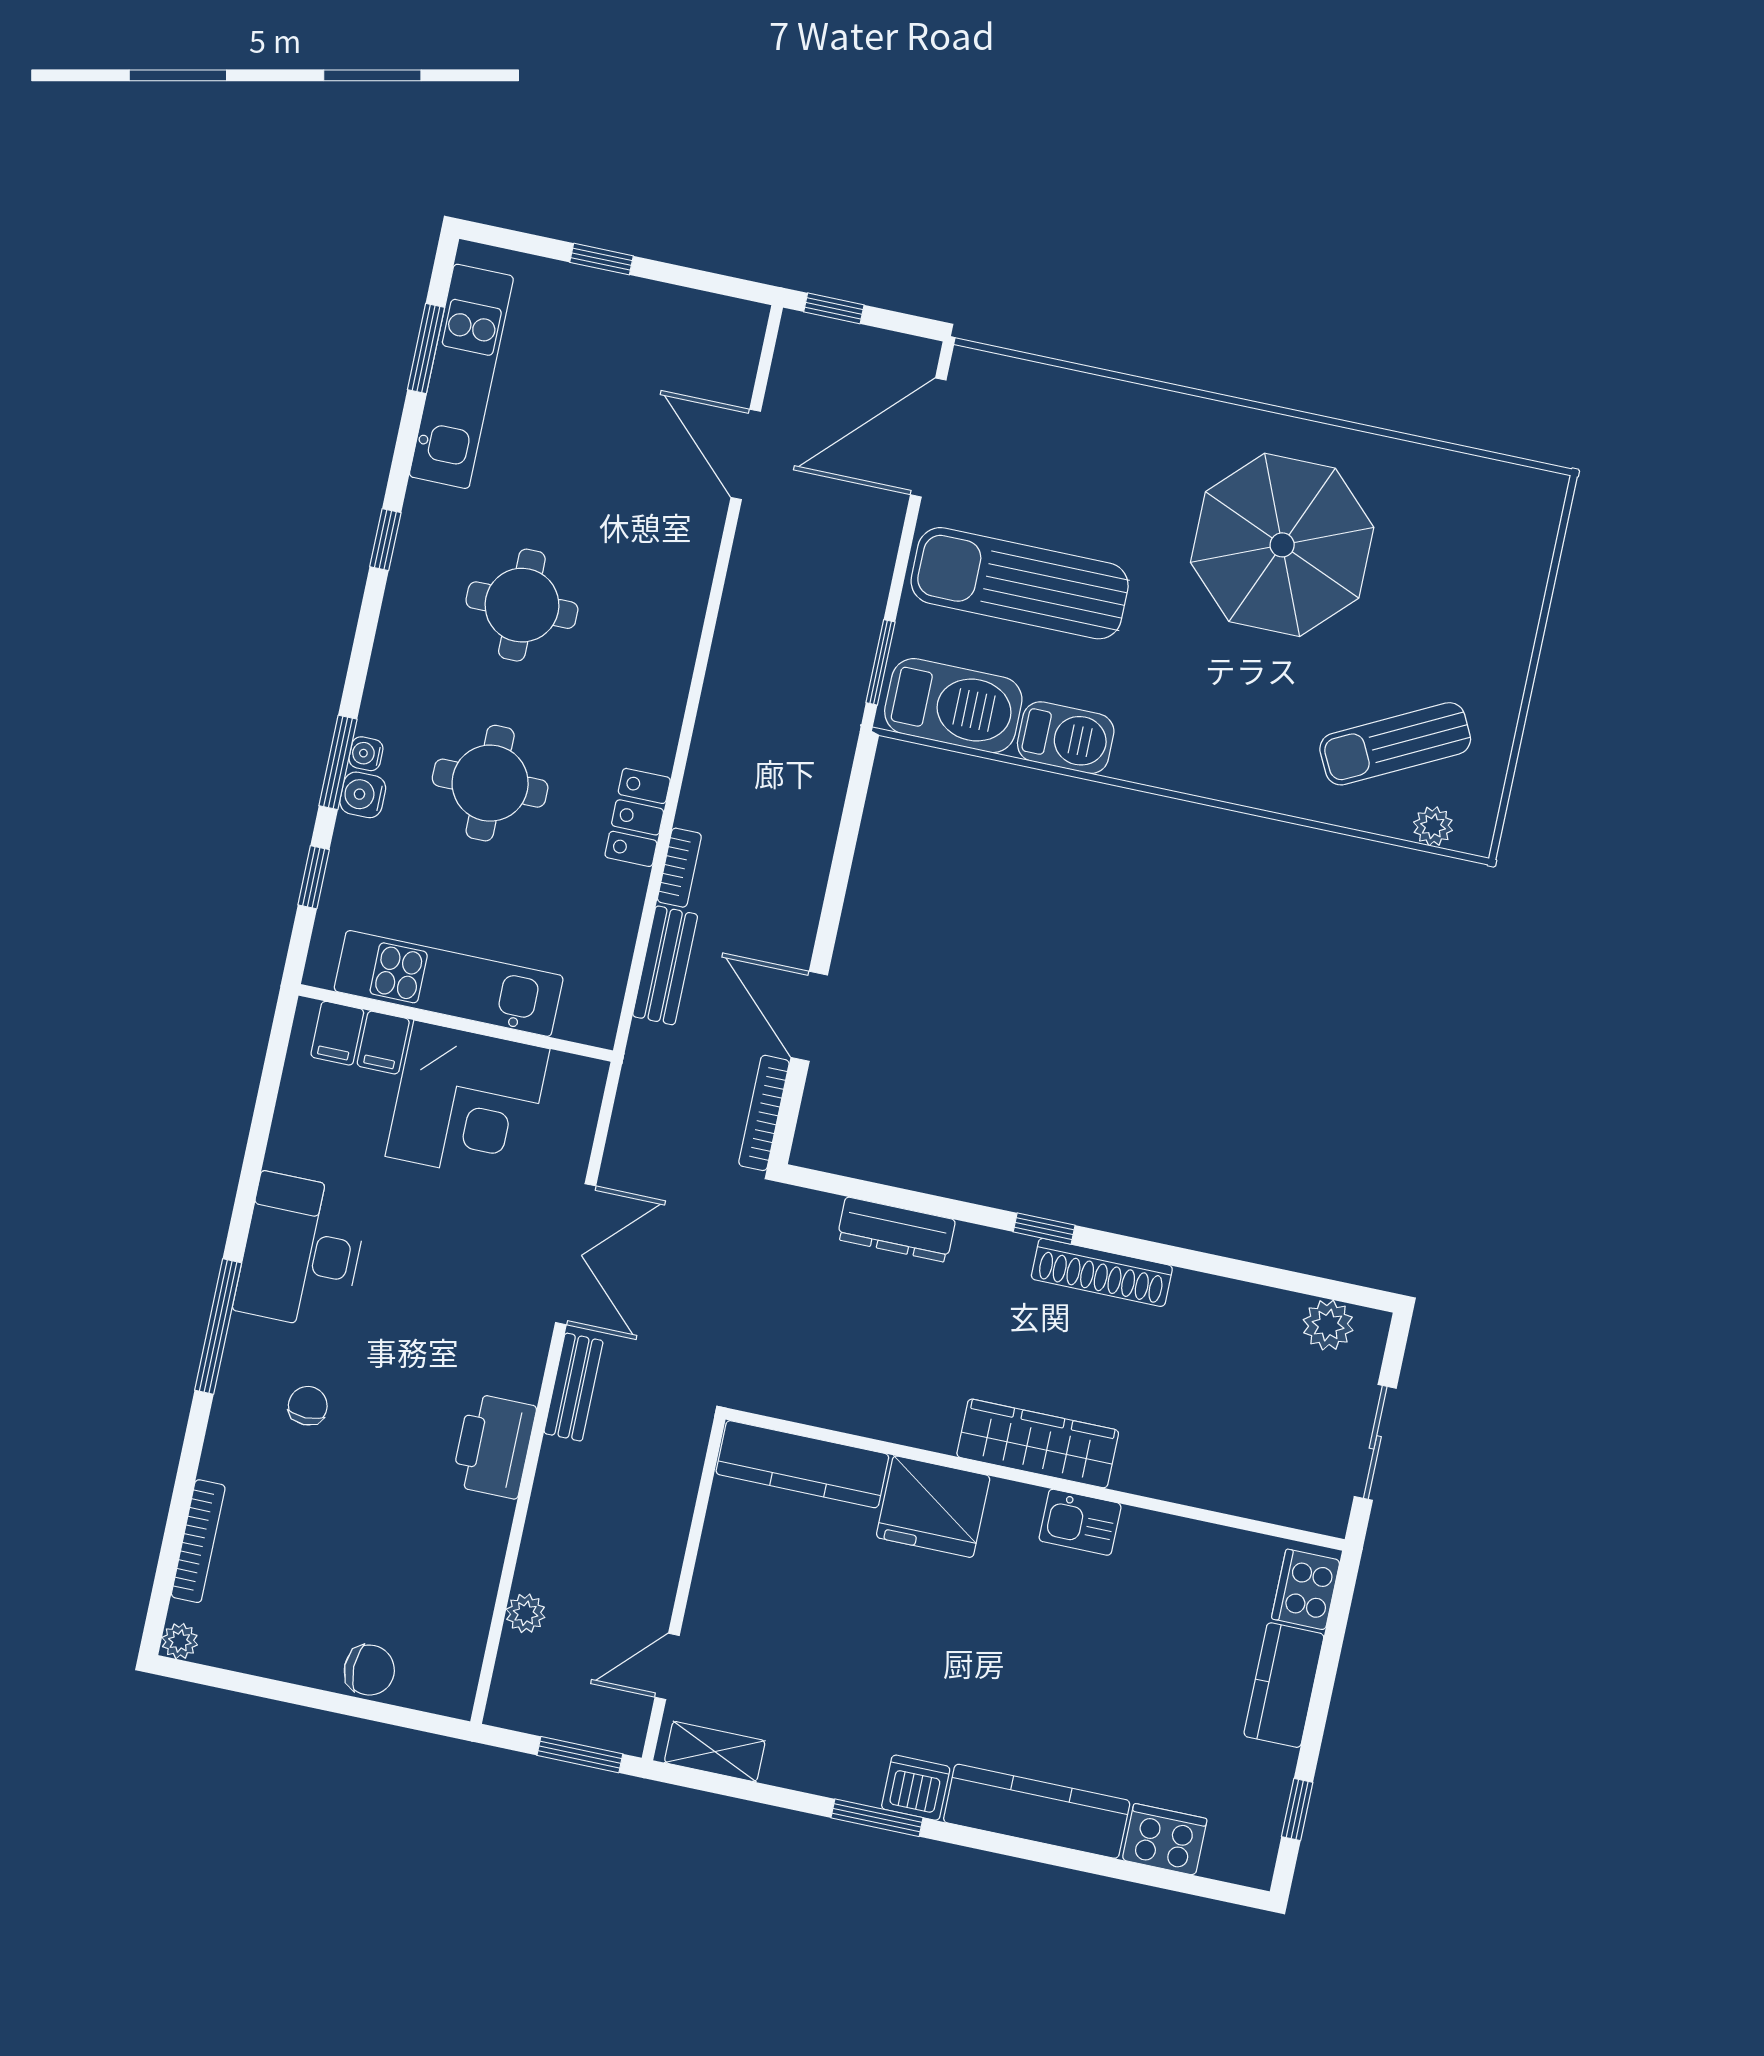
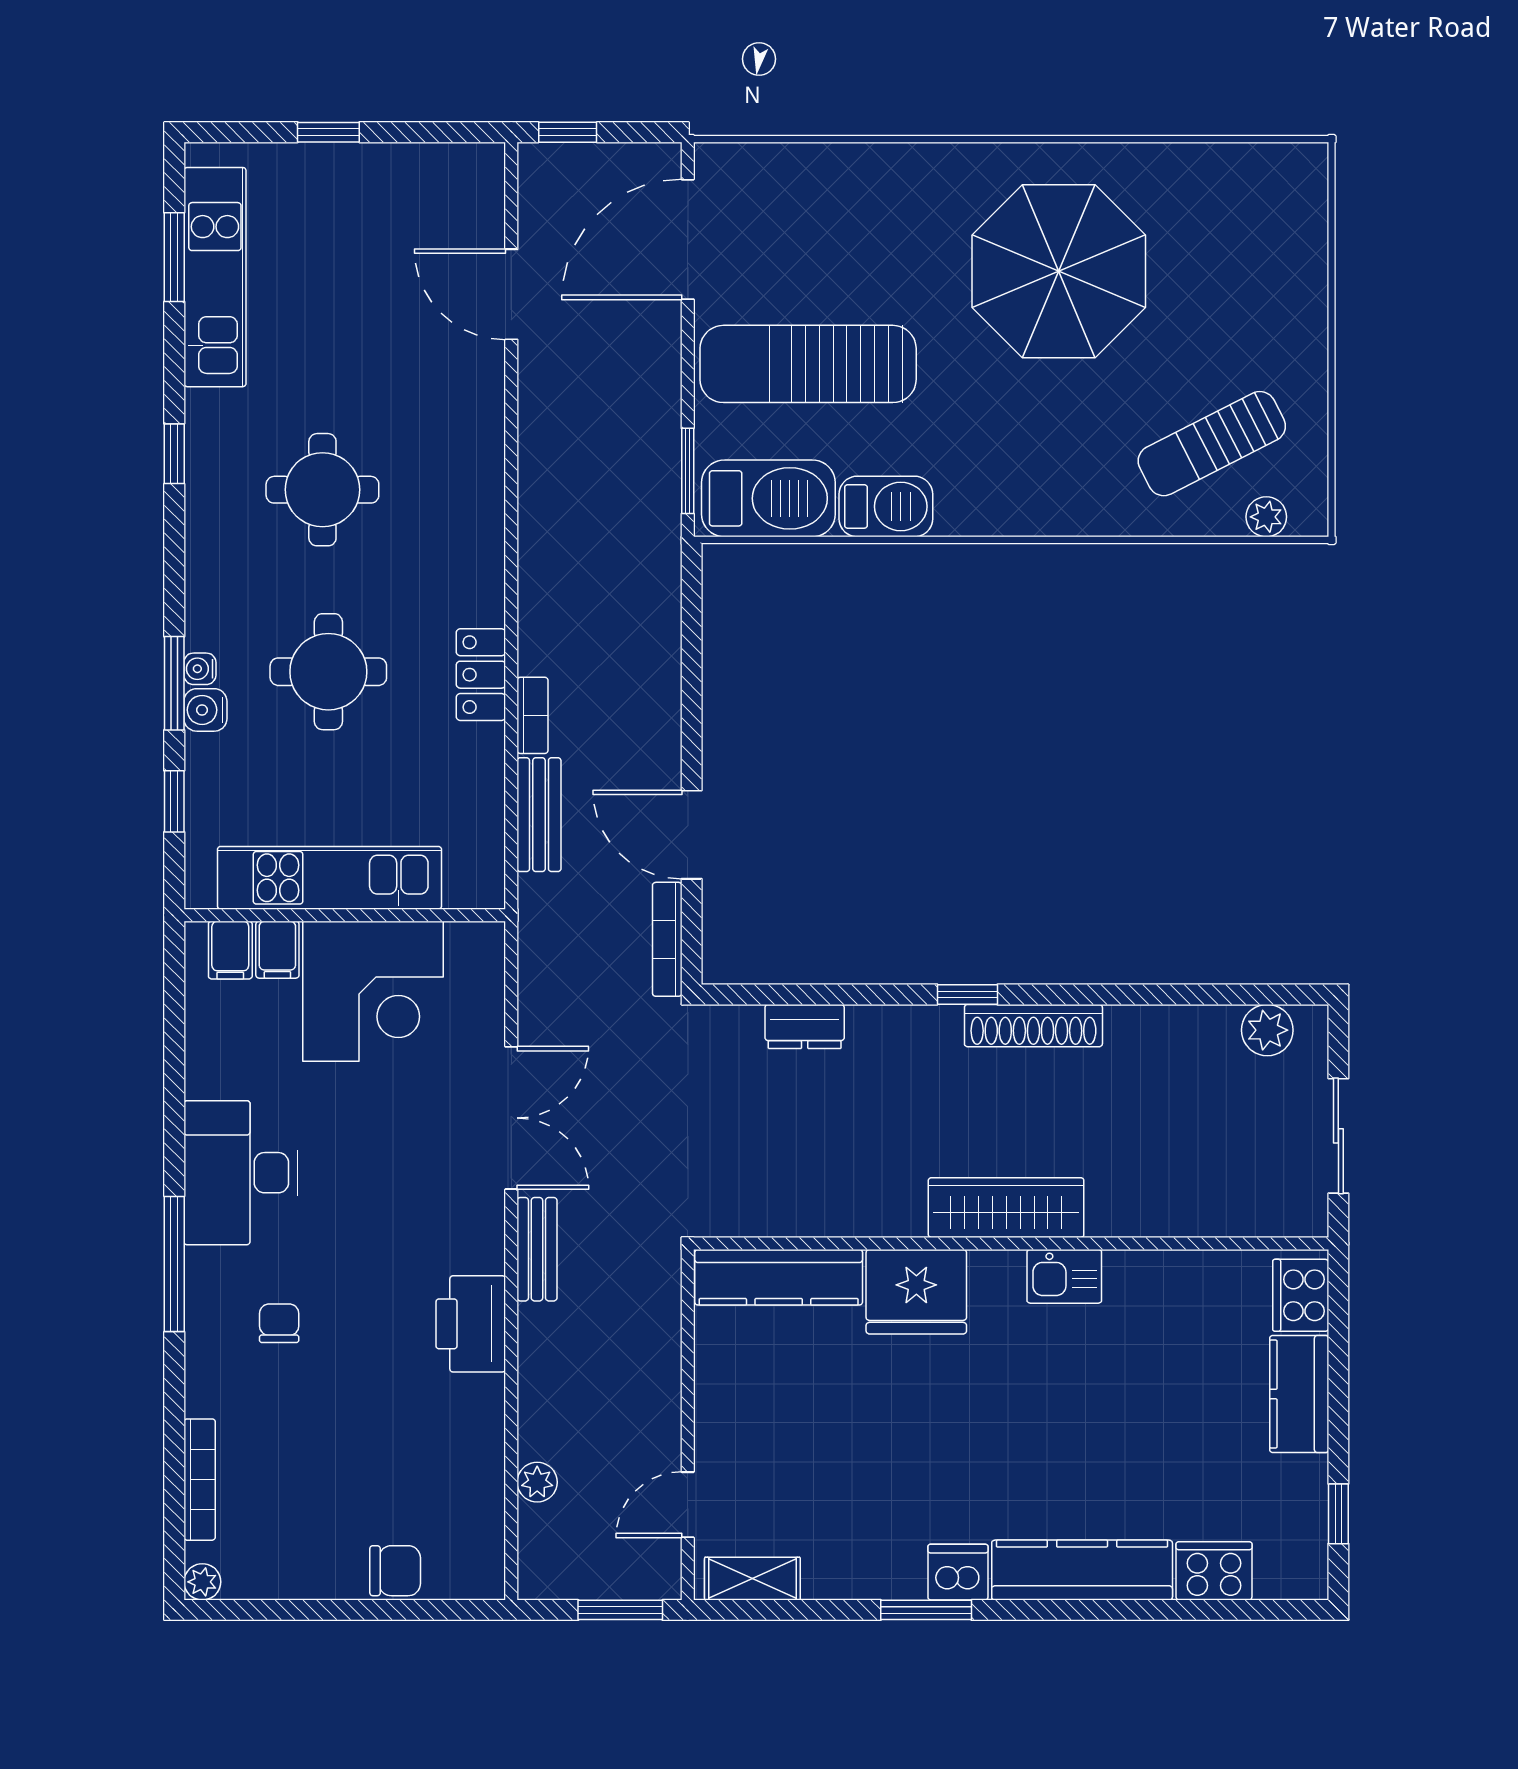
dresser: (896, 1230) -> (805, 1027), width x0.70

